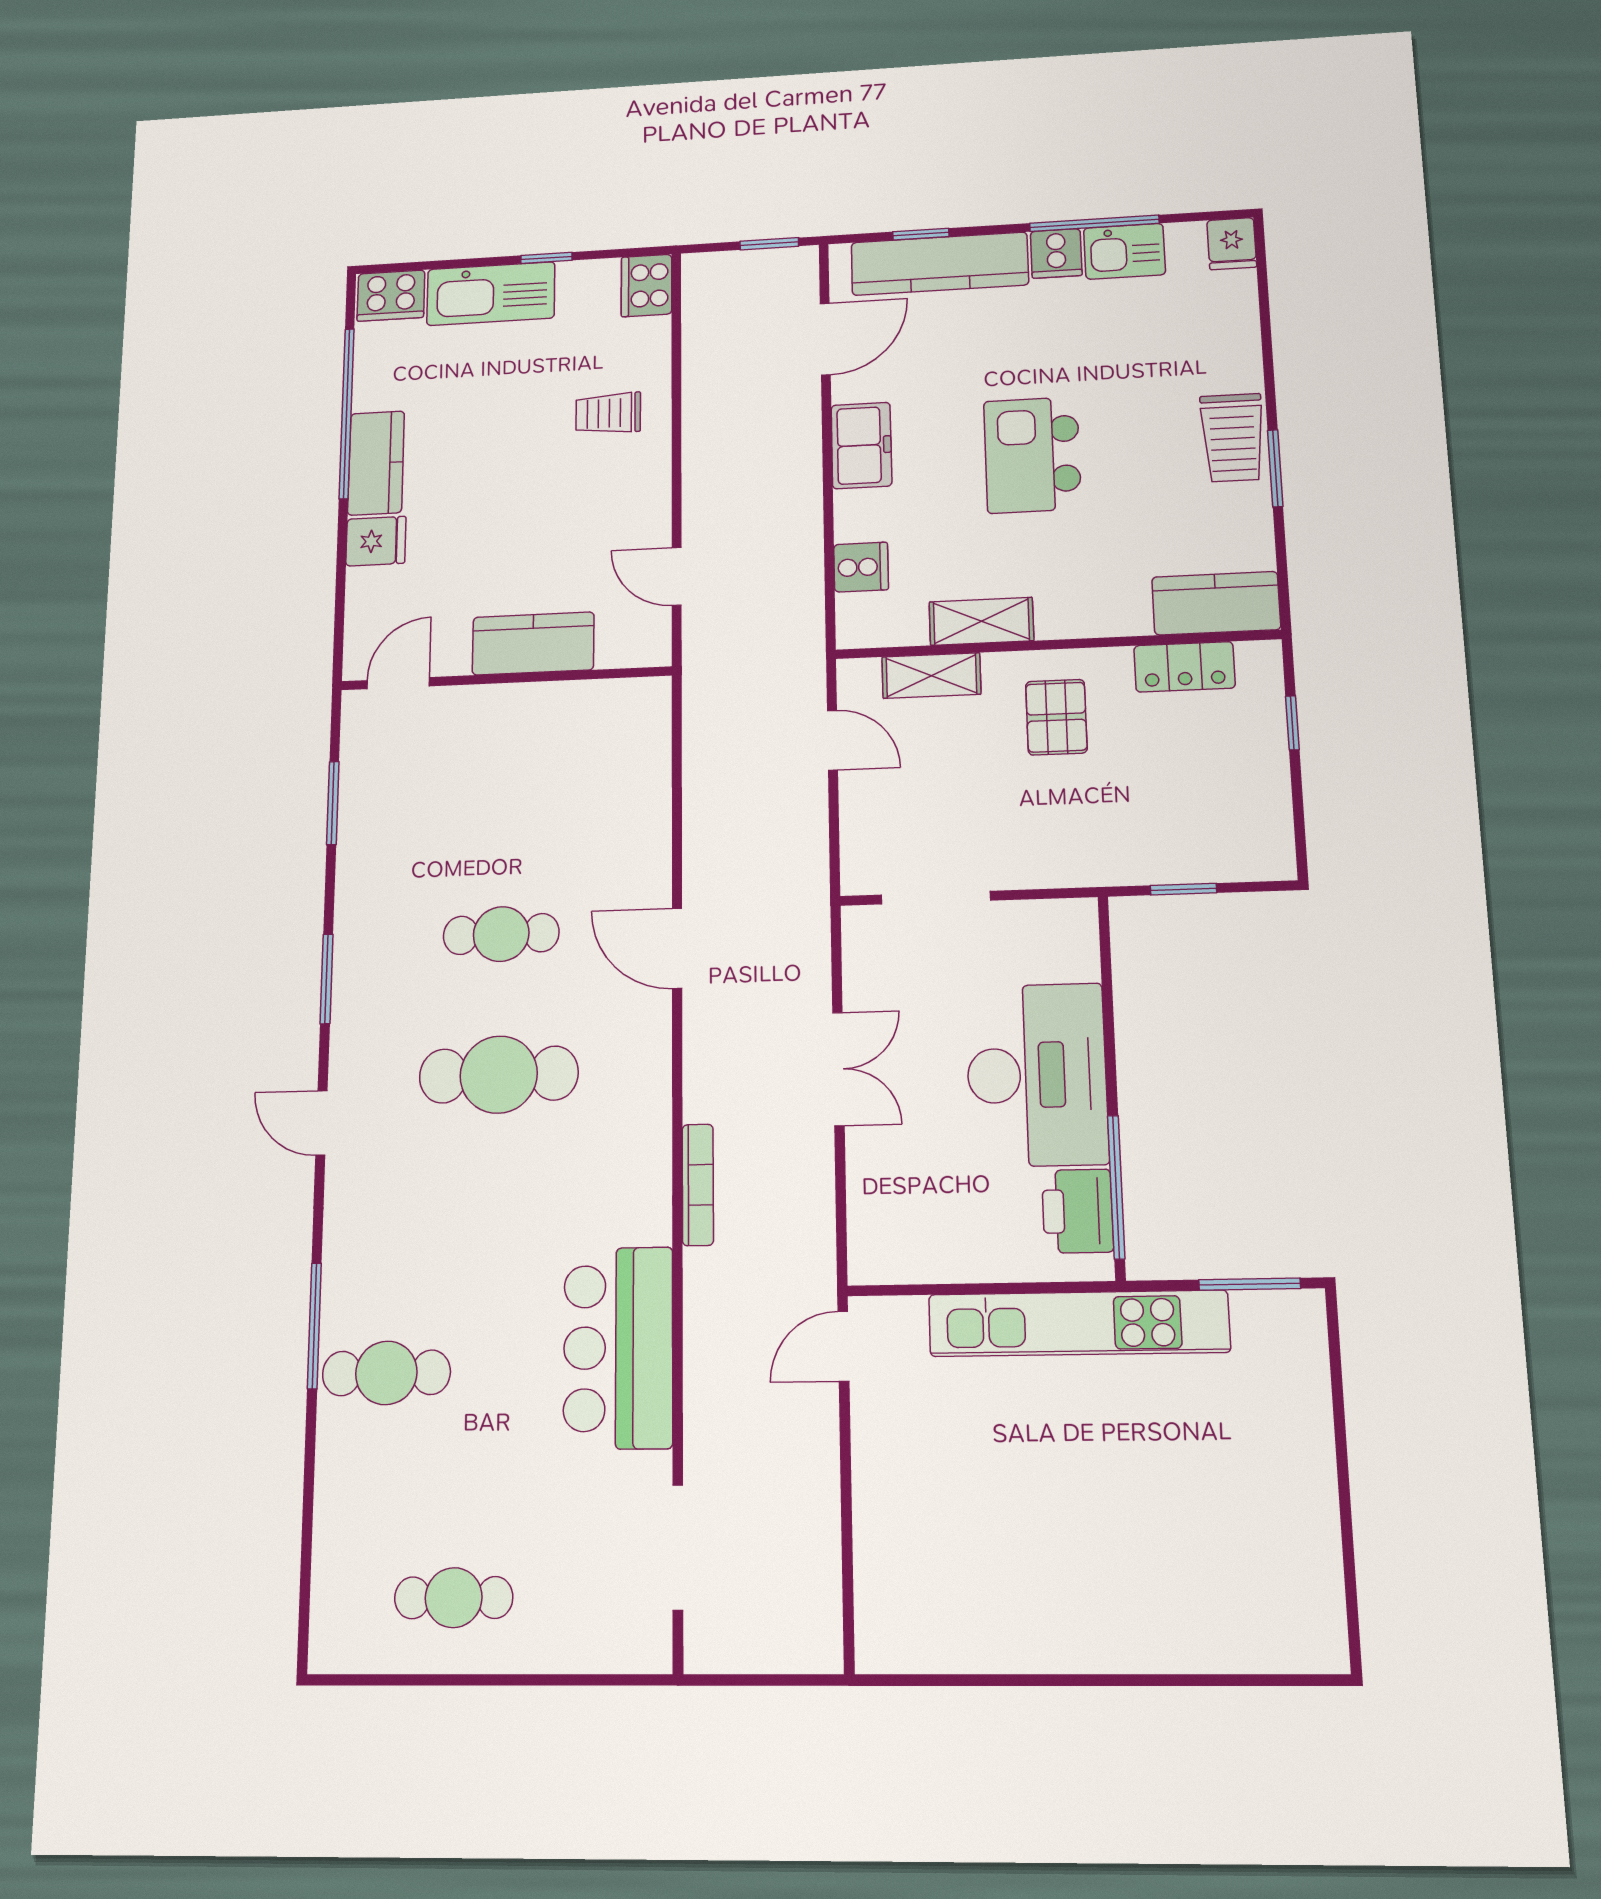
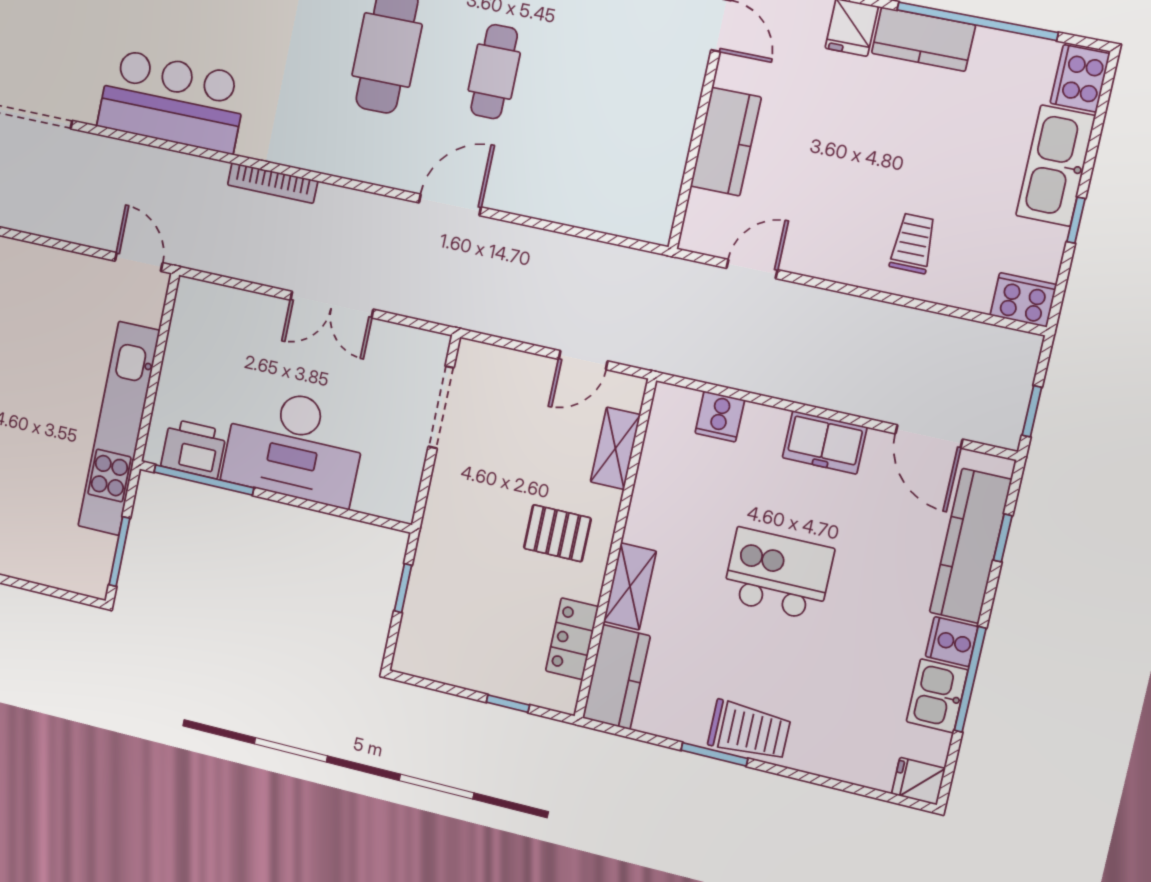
trolley: (1233, 438) -> (749, 731), turned 180
shelving: (981, 621) -> (630, 586), moved

